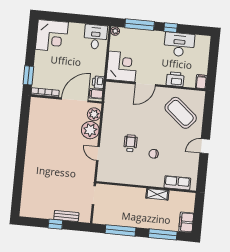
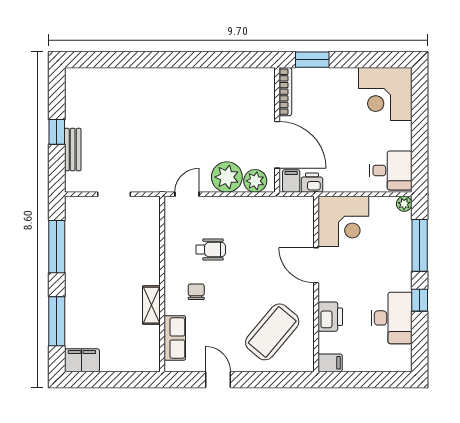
row of seats: (177, 183) -> (175, 338), moved
wall: (146, 187) -> (162, 284), moved
shelving: (157, 194) -> (151, 305), moved

